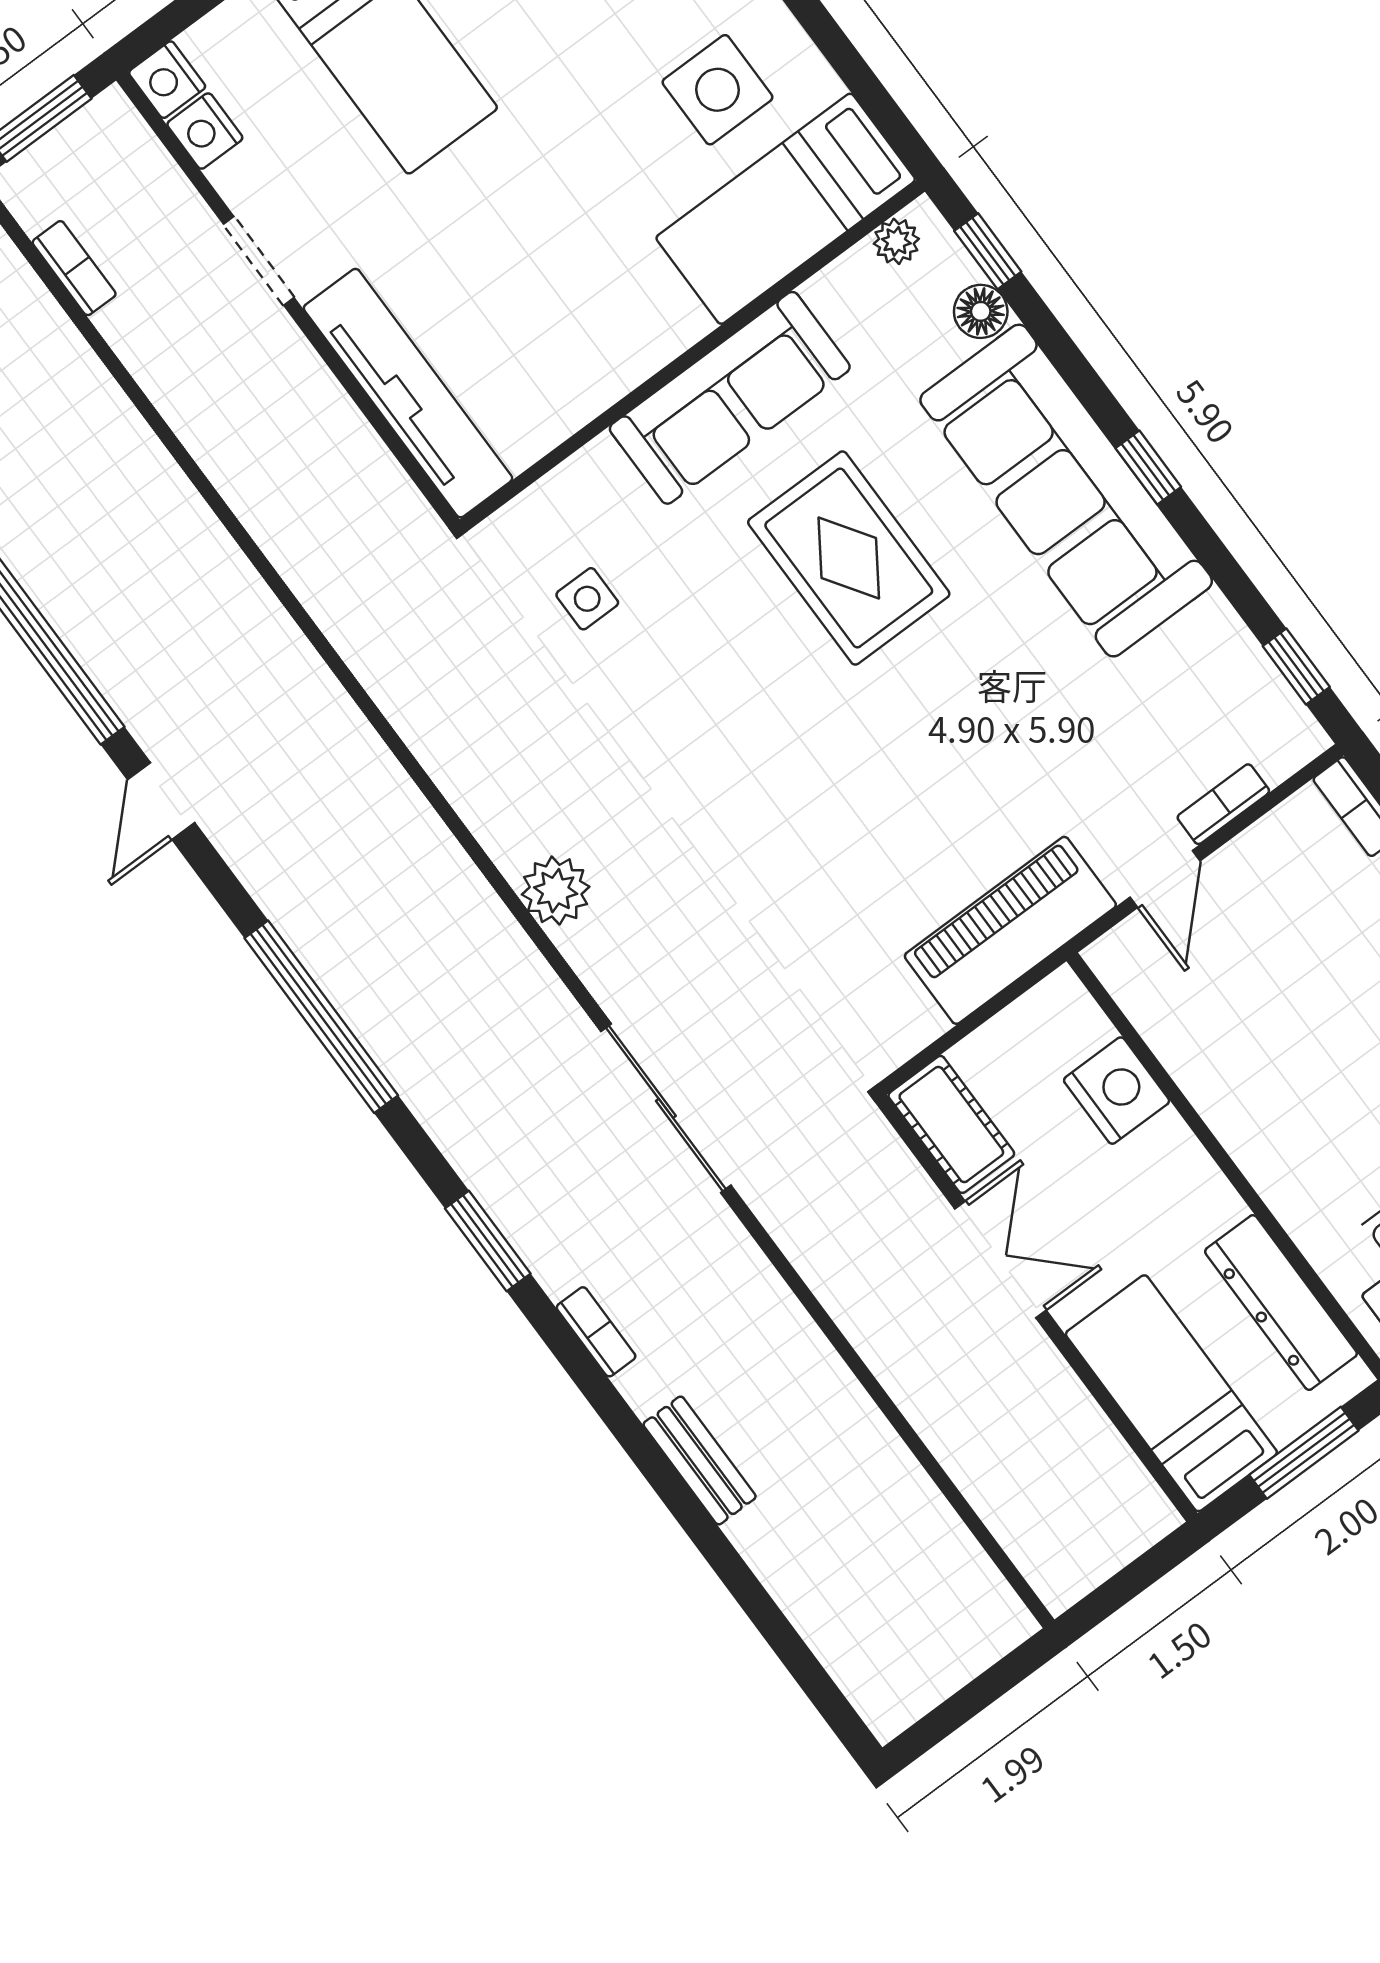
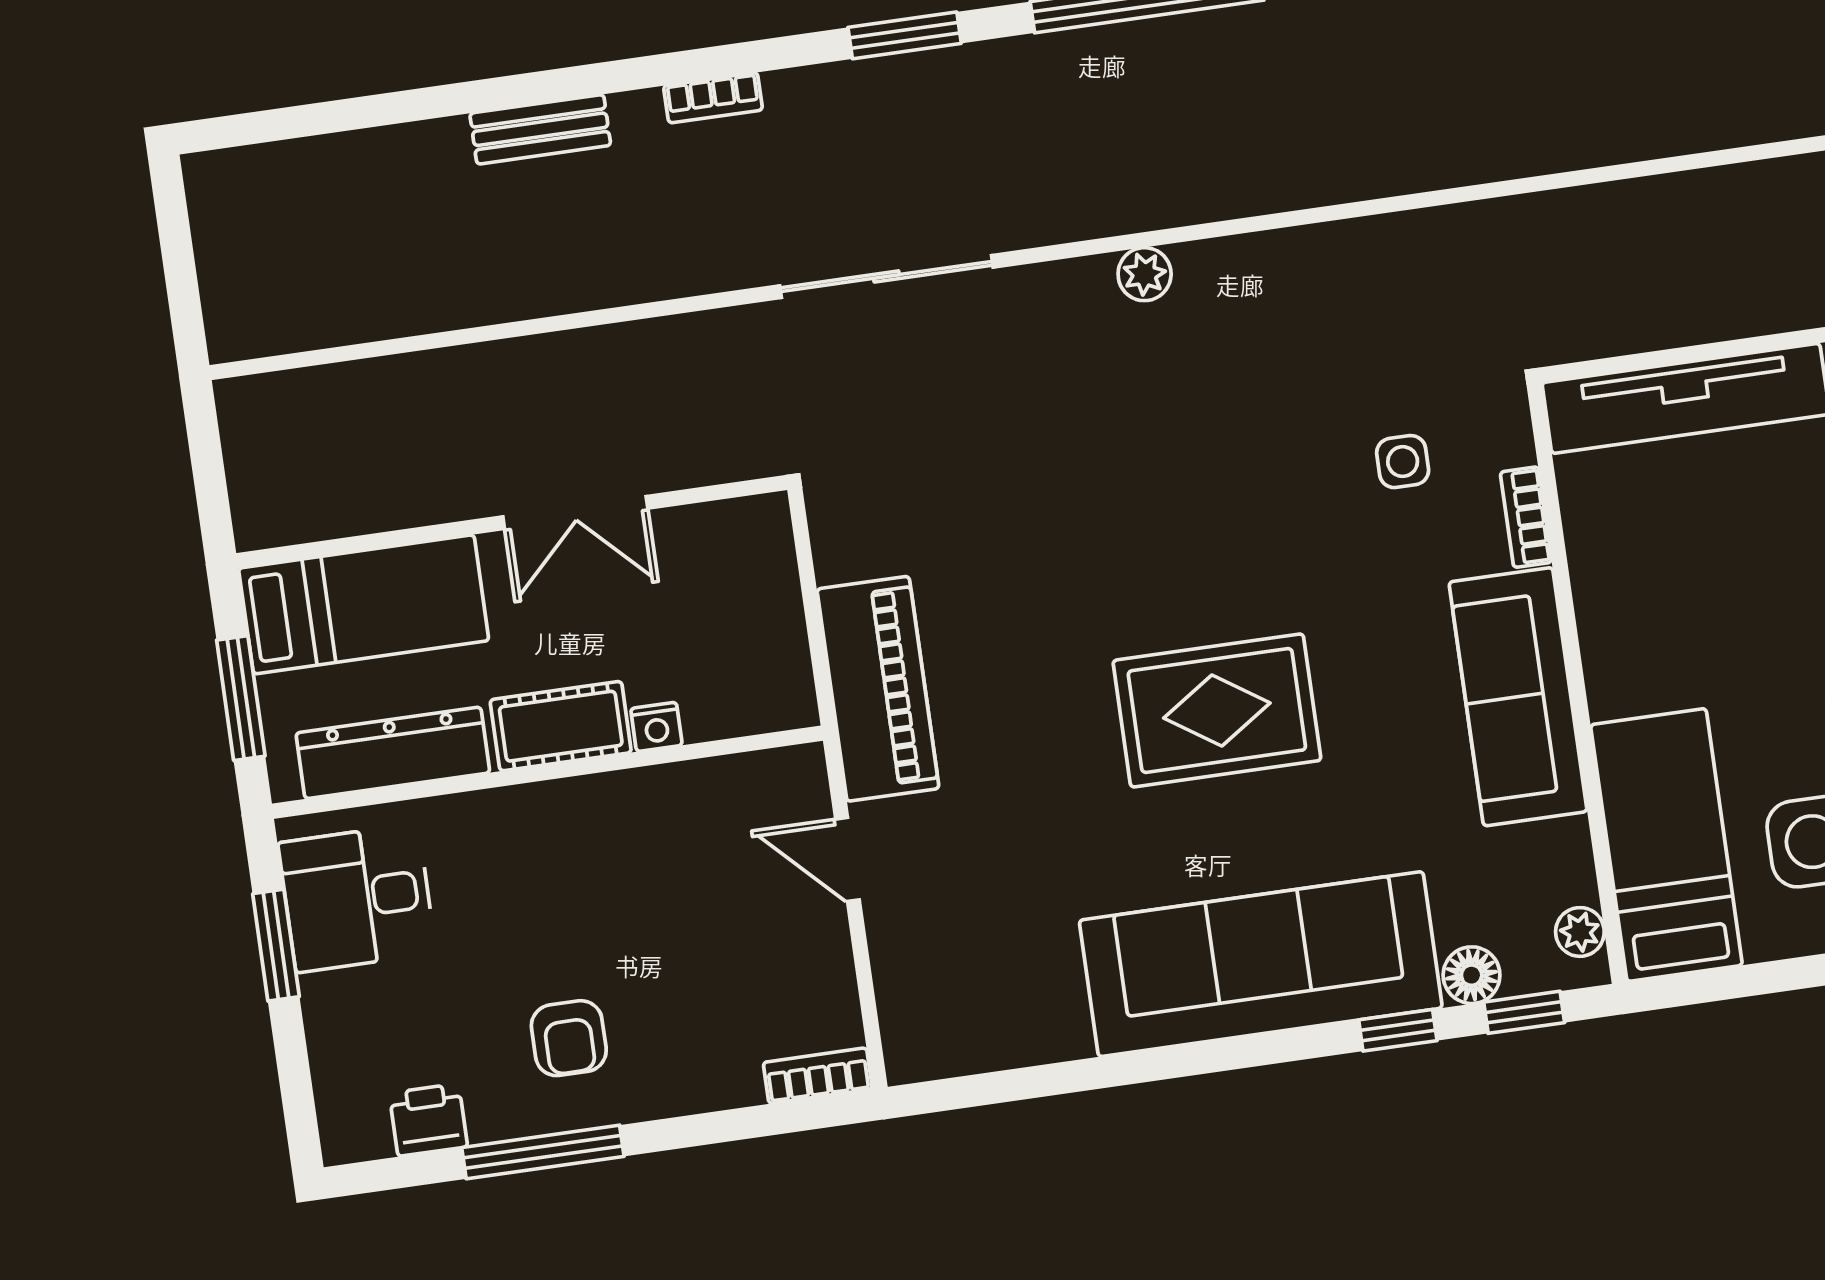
window: (1148, 467) -> (1398, 1030), moved
rug: (849, 558) -> (1217, 710), moved
window: (1296, 667) -> (980, 1090), removed
bookcase: (1223, 804) -> (1526, 517), moved, turned 180
plant: (556, 891) -> (1145, 274), width x0.73, depth x0.73
nightstand: (1117, 1091) -> (656, 727), width x0.53, depth x0.56
cot: (951, 1124) -> (561, 726), moved
window: (488, 1241) -> (905, 35), moved

